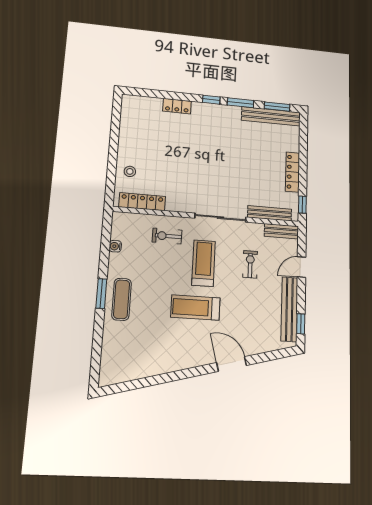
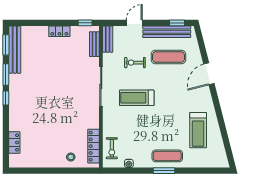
locker: (177, 106) -> (14, 143), moved
locker: (293, 172) -> (59, 31), width x0.66
bench: (270, 213) -> (94, 44), width x0.73
exercise bike: (167, 236) -> (112, 148), moved
door: (302, 267) -> (134, 23), swing flipped
treadmill: (195, 308) -> (198, 130), moved
exercise mat: (256, 309) -> (168, 57), added

